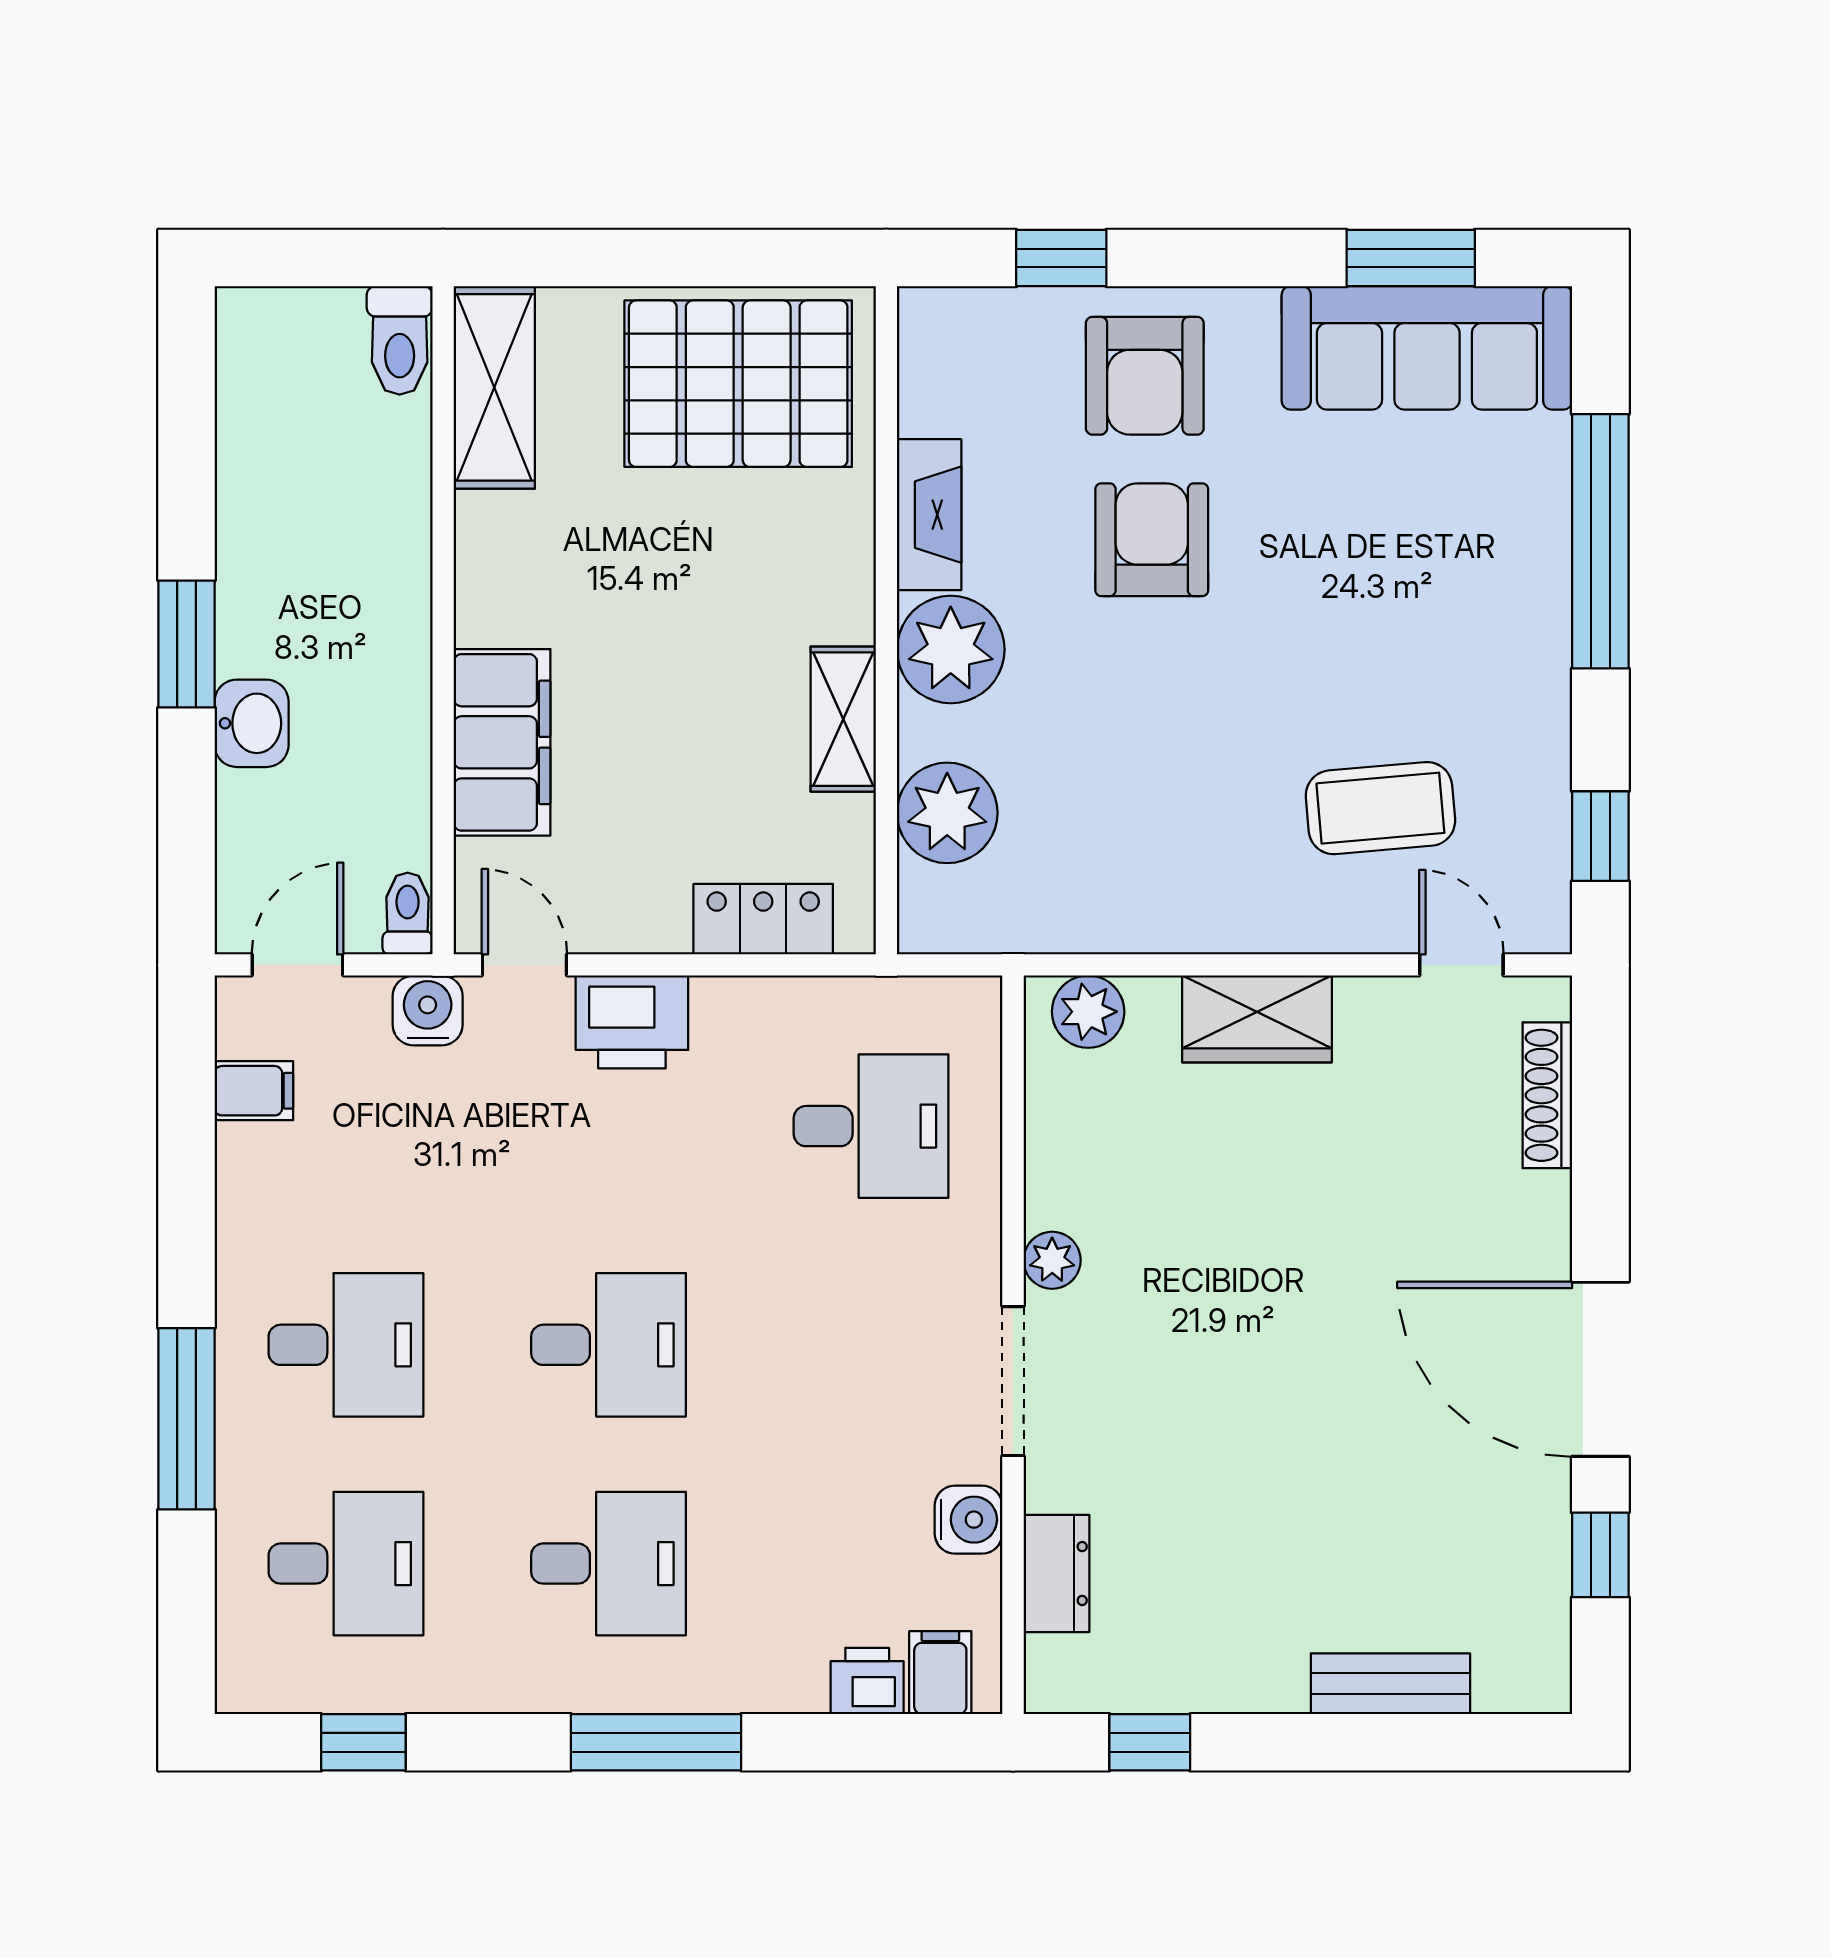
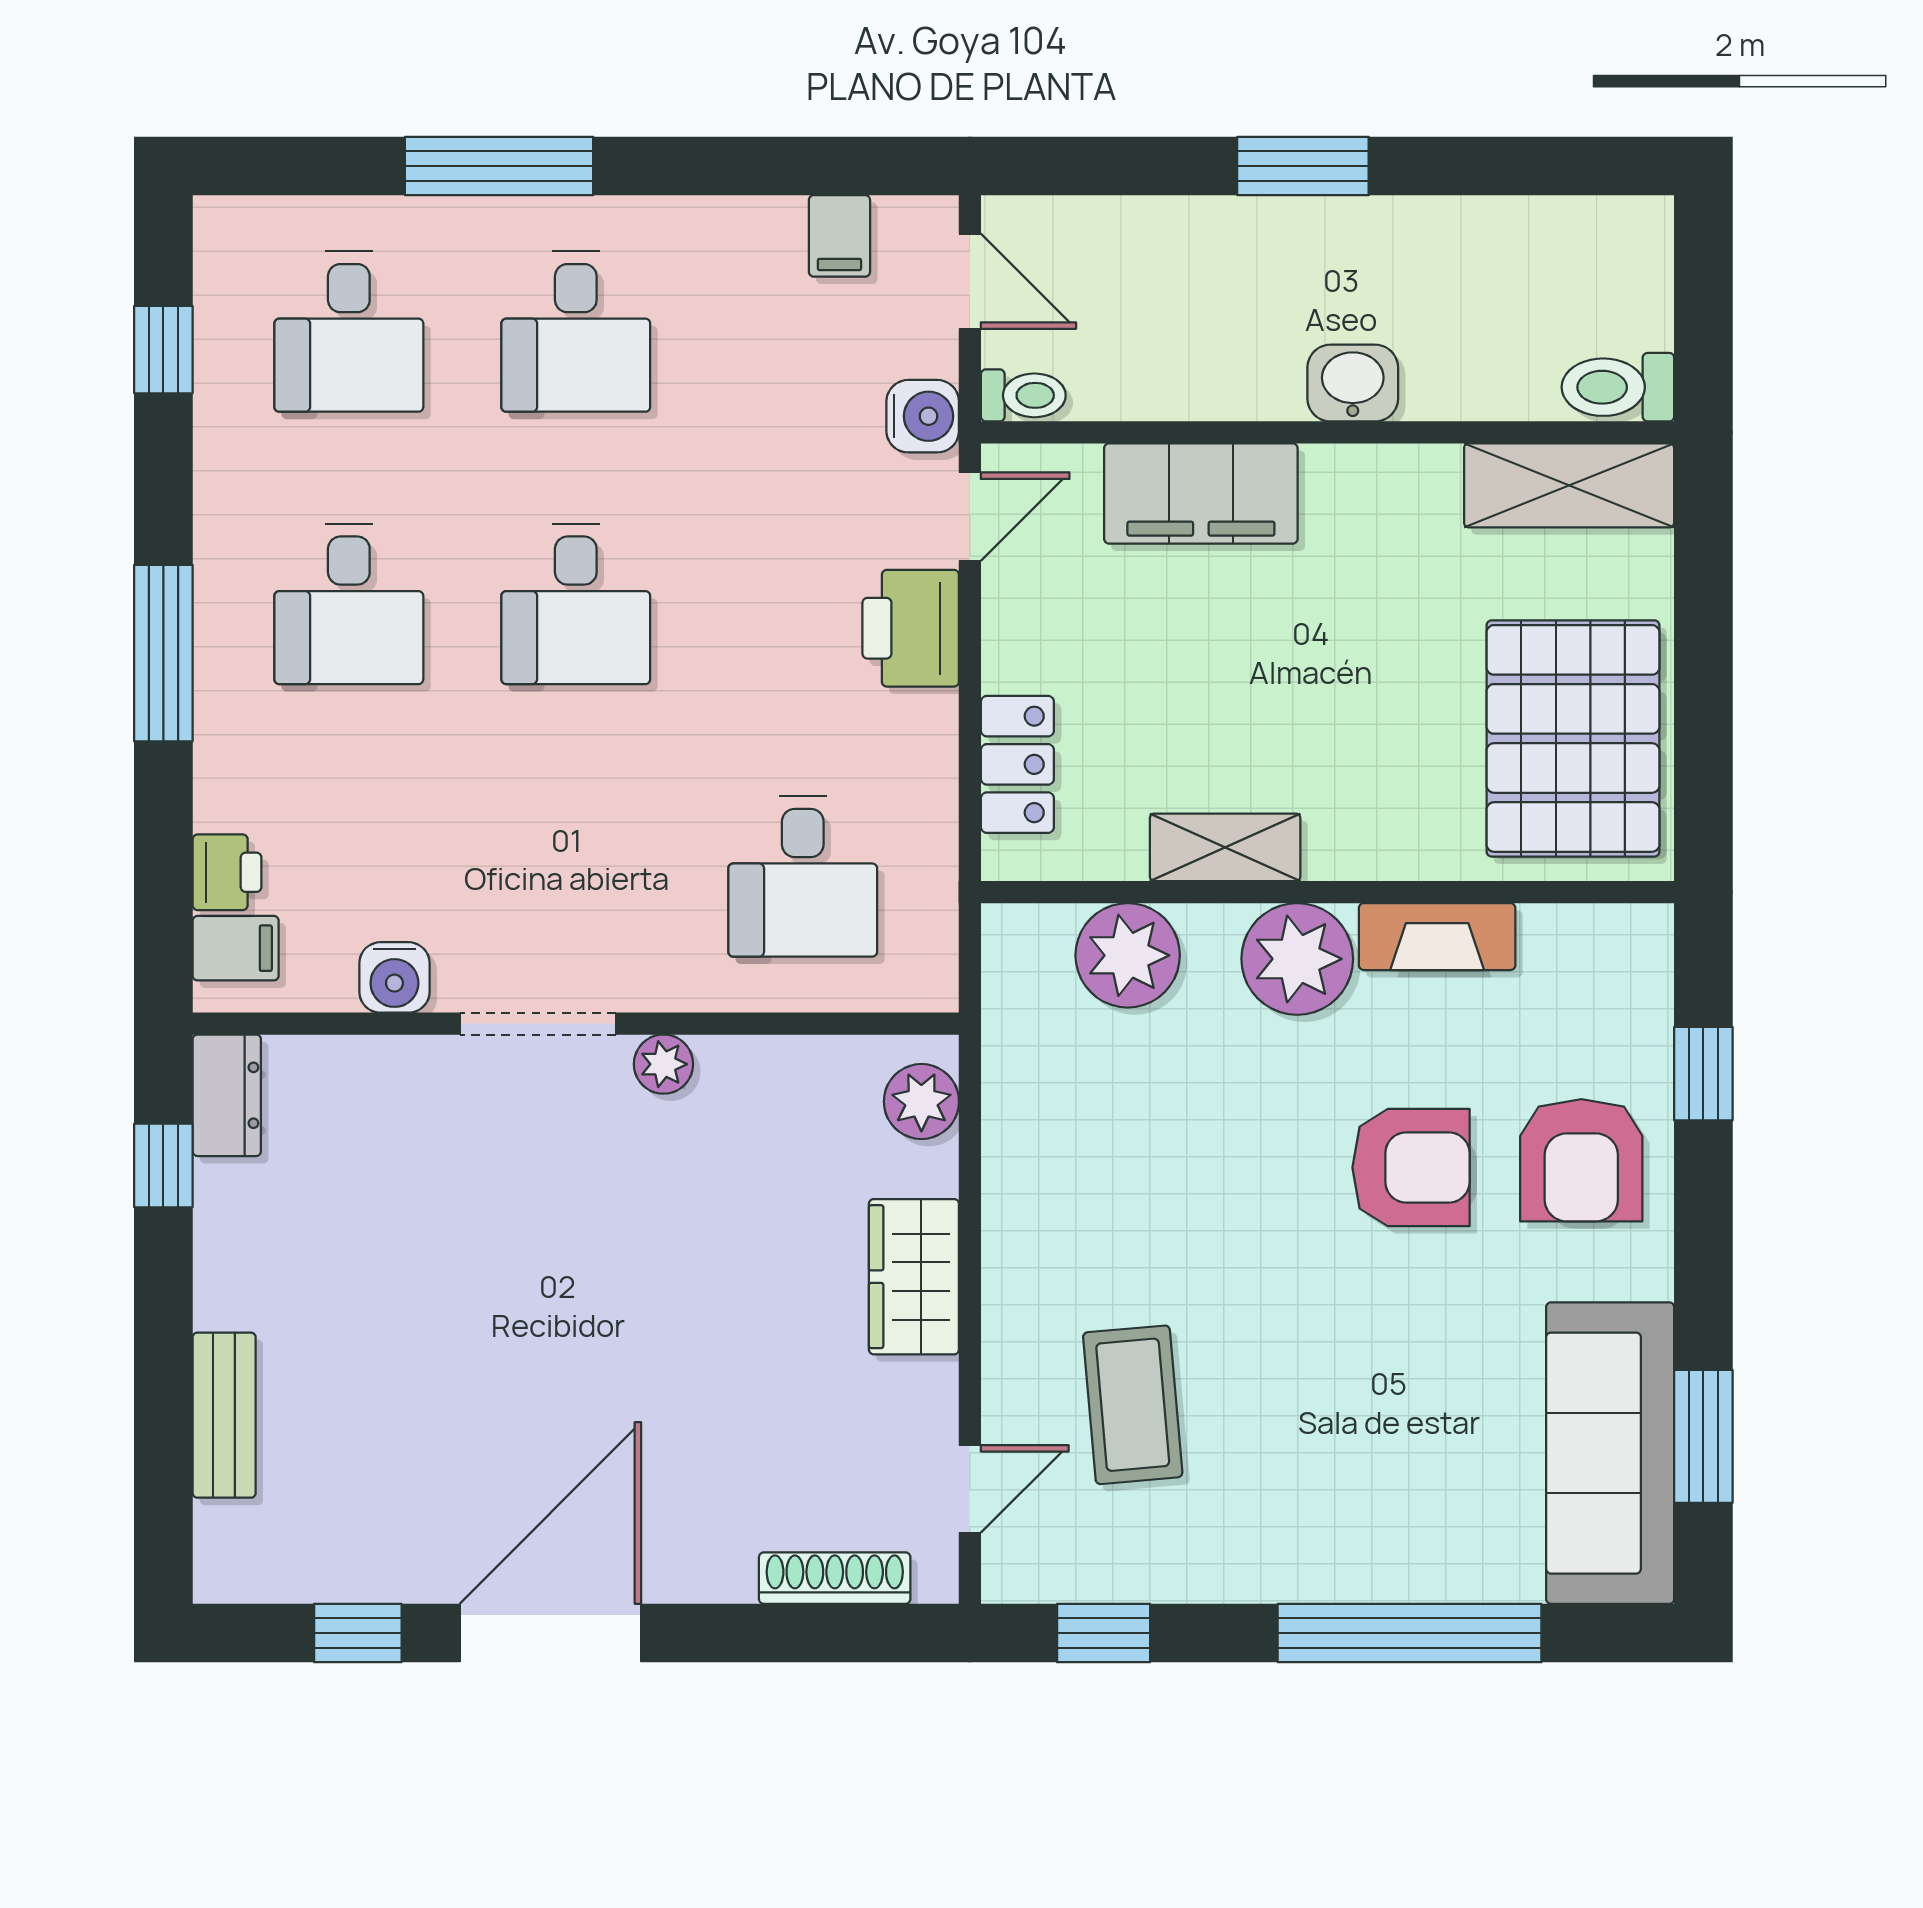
armchair: (1145, 376) -> (1581, 1160), turned -90
washbasin: (252, 723) -> (1353, 383), moved, turned 180
dresser: (1056, 1574) -> (227, 1095), moved, turned -90

